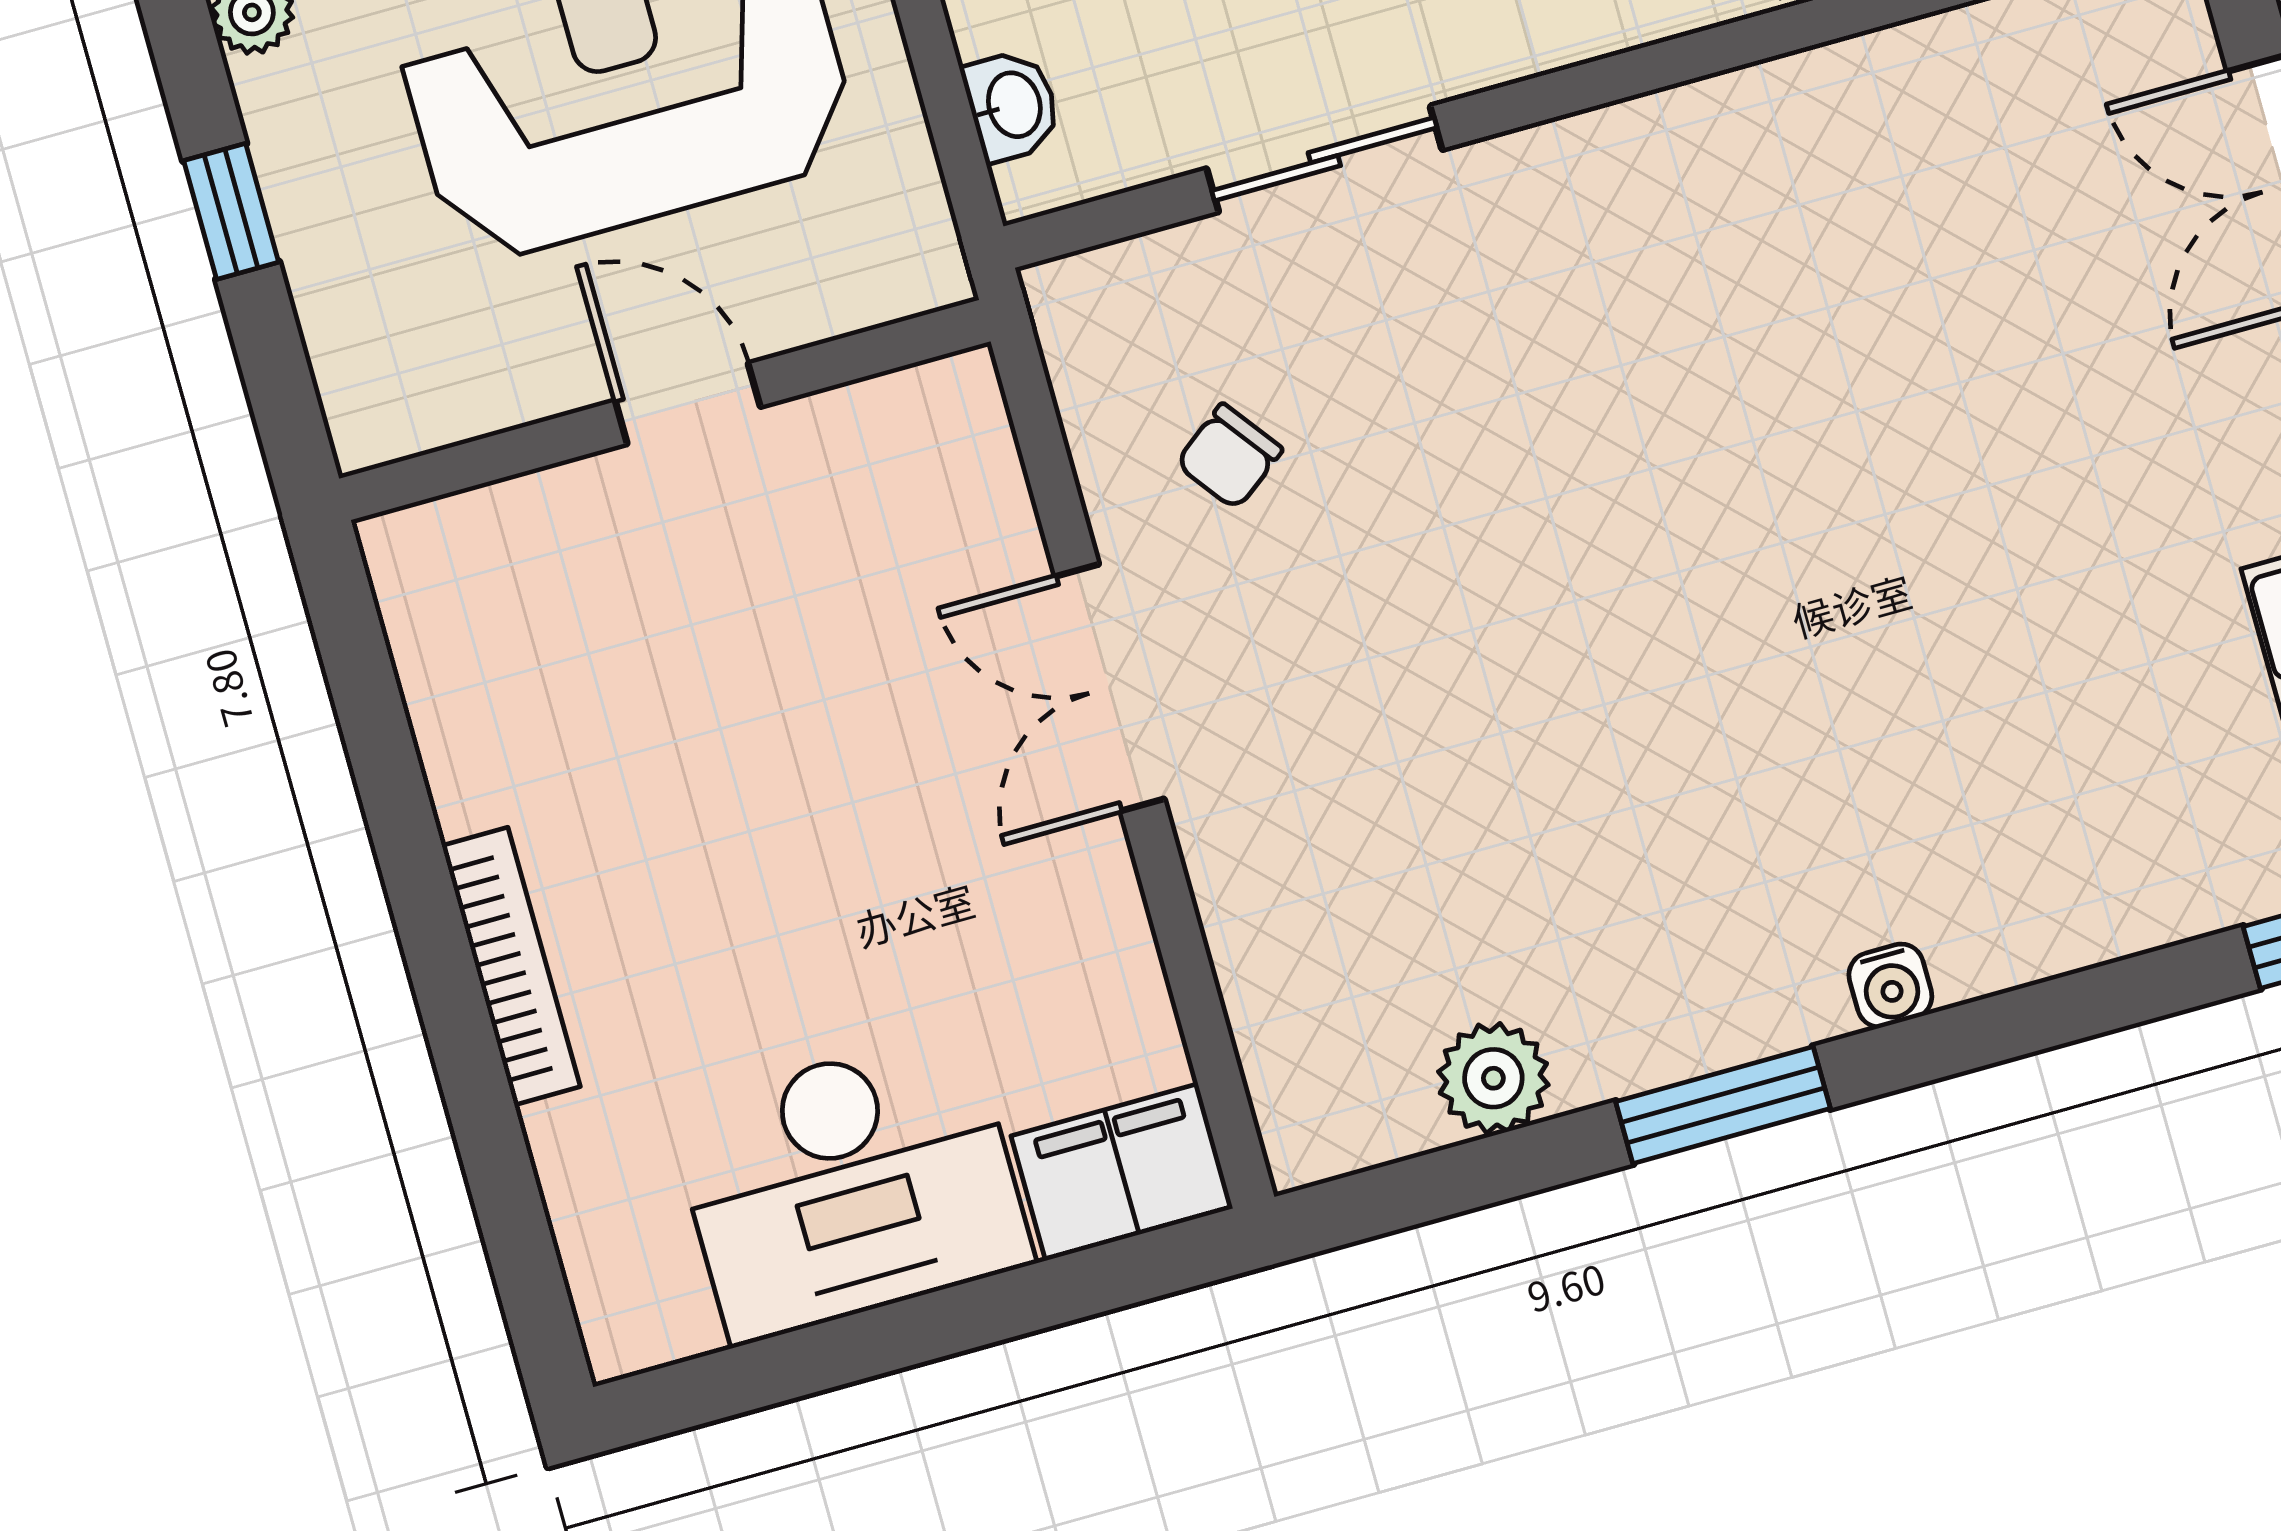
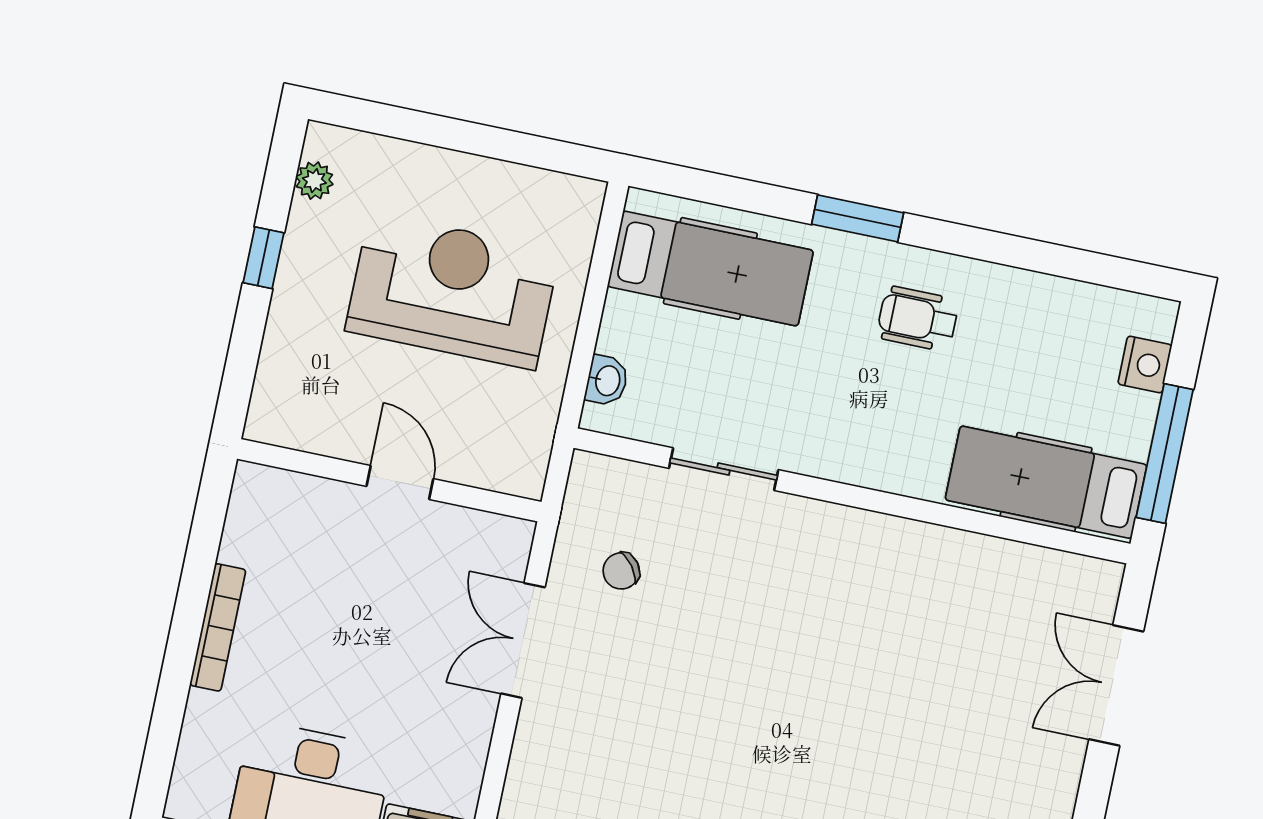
door: (688, 404) -> (400, 482), moved
wall: (665, 410) -> (389, 480), moved

